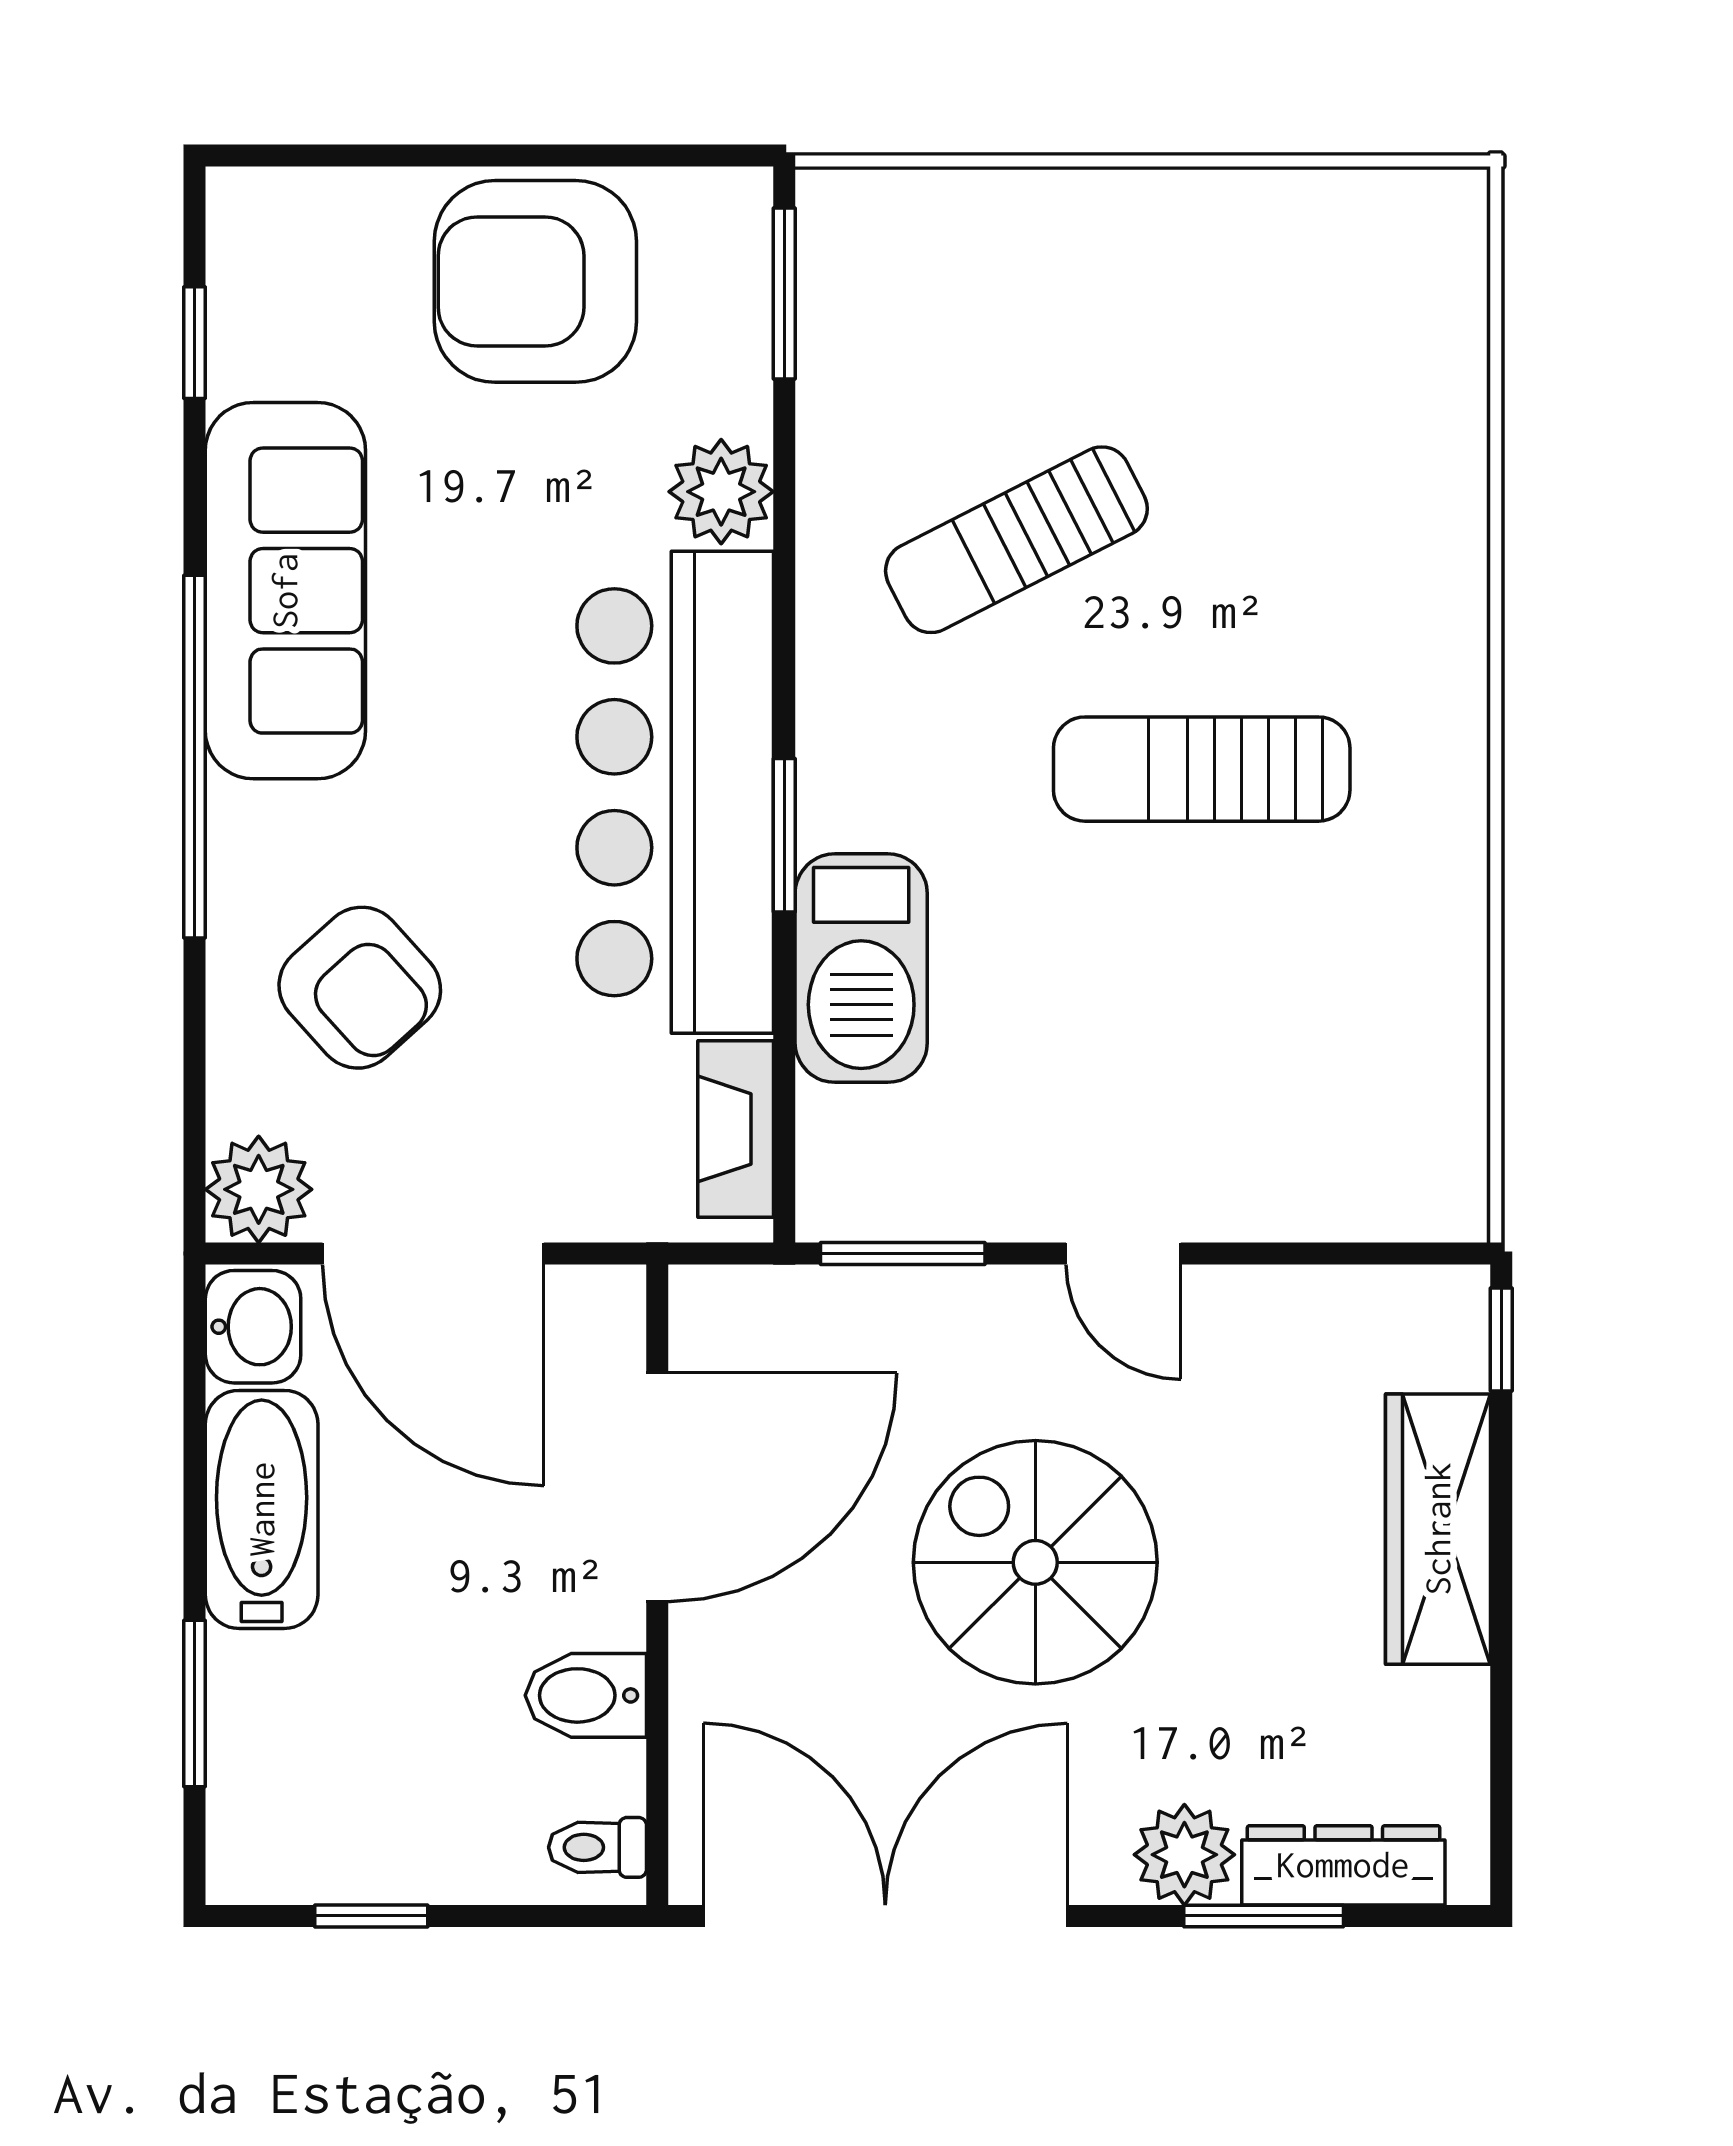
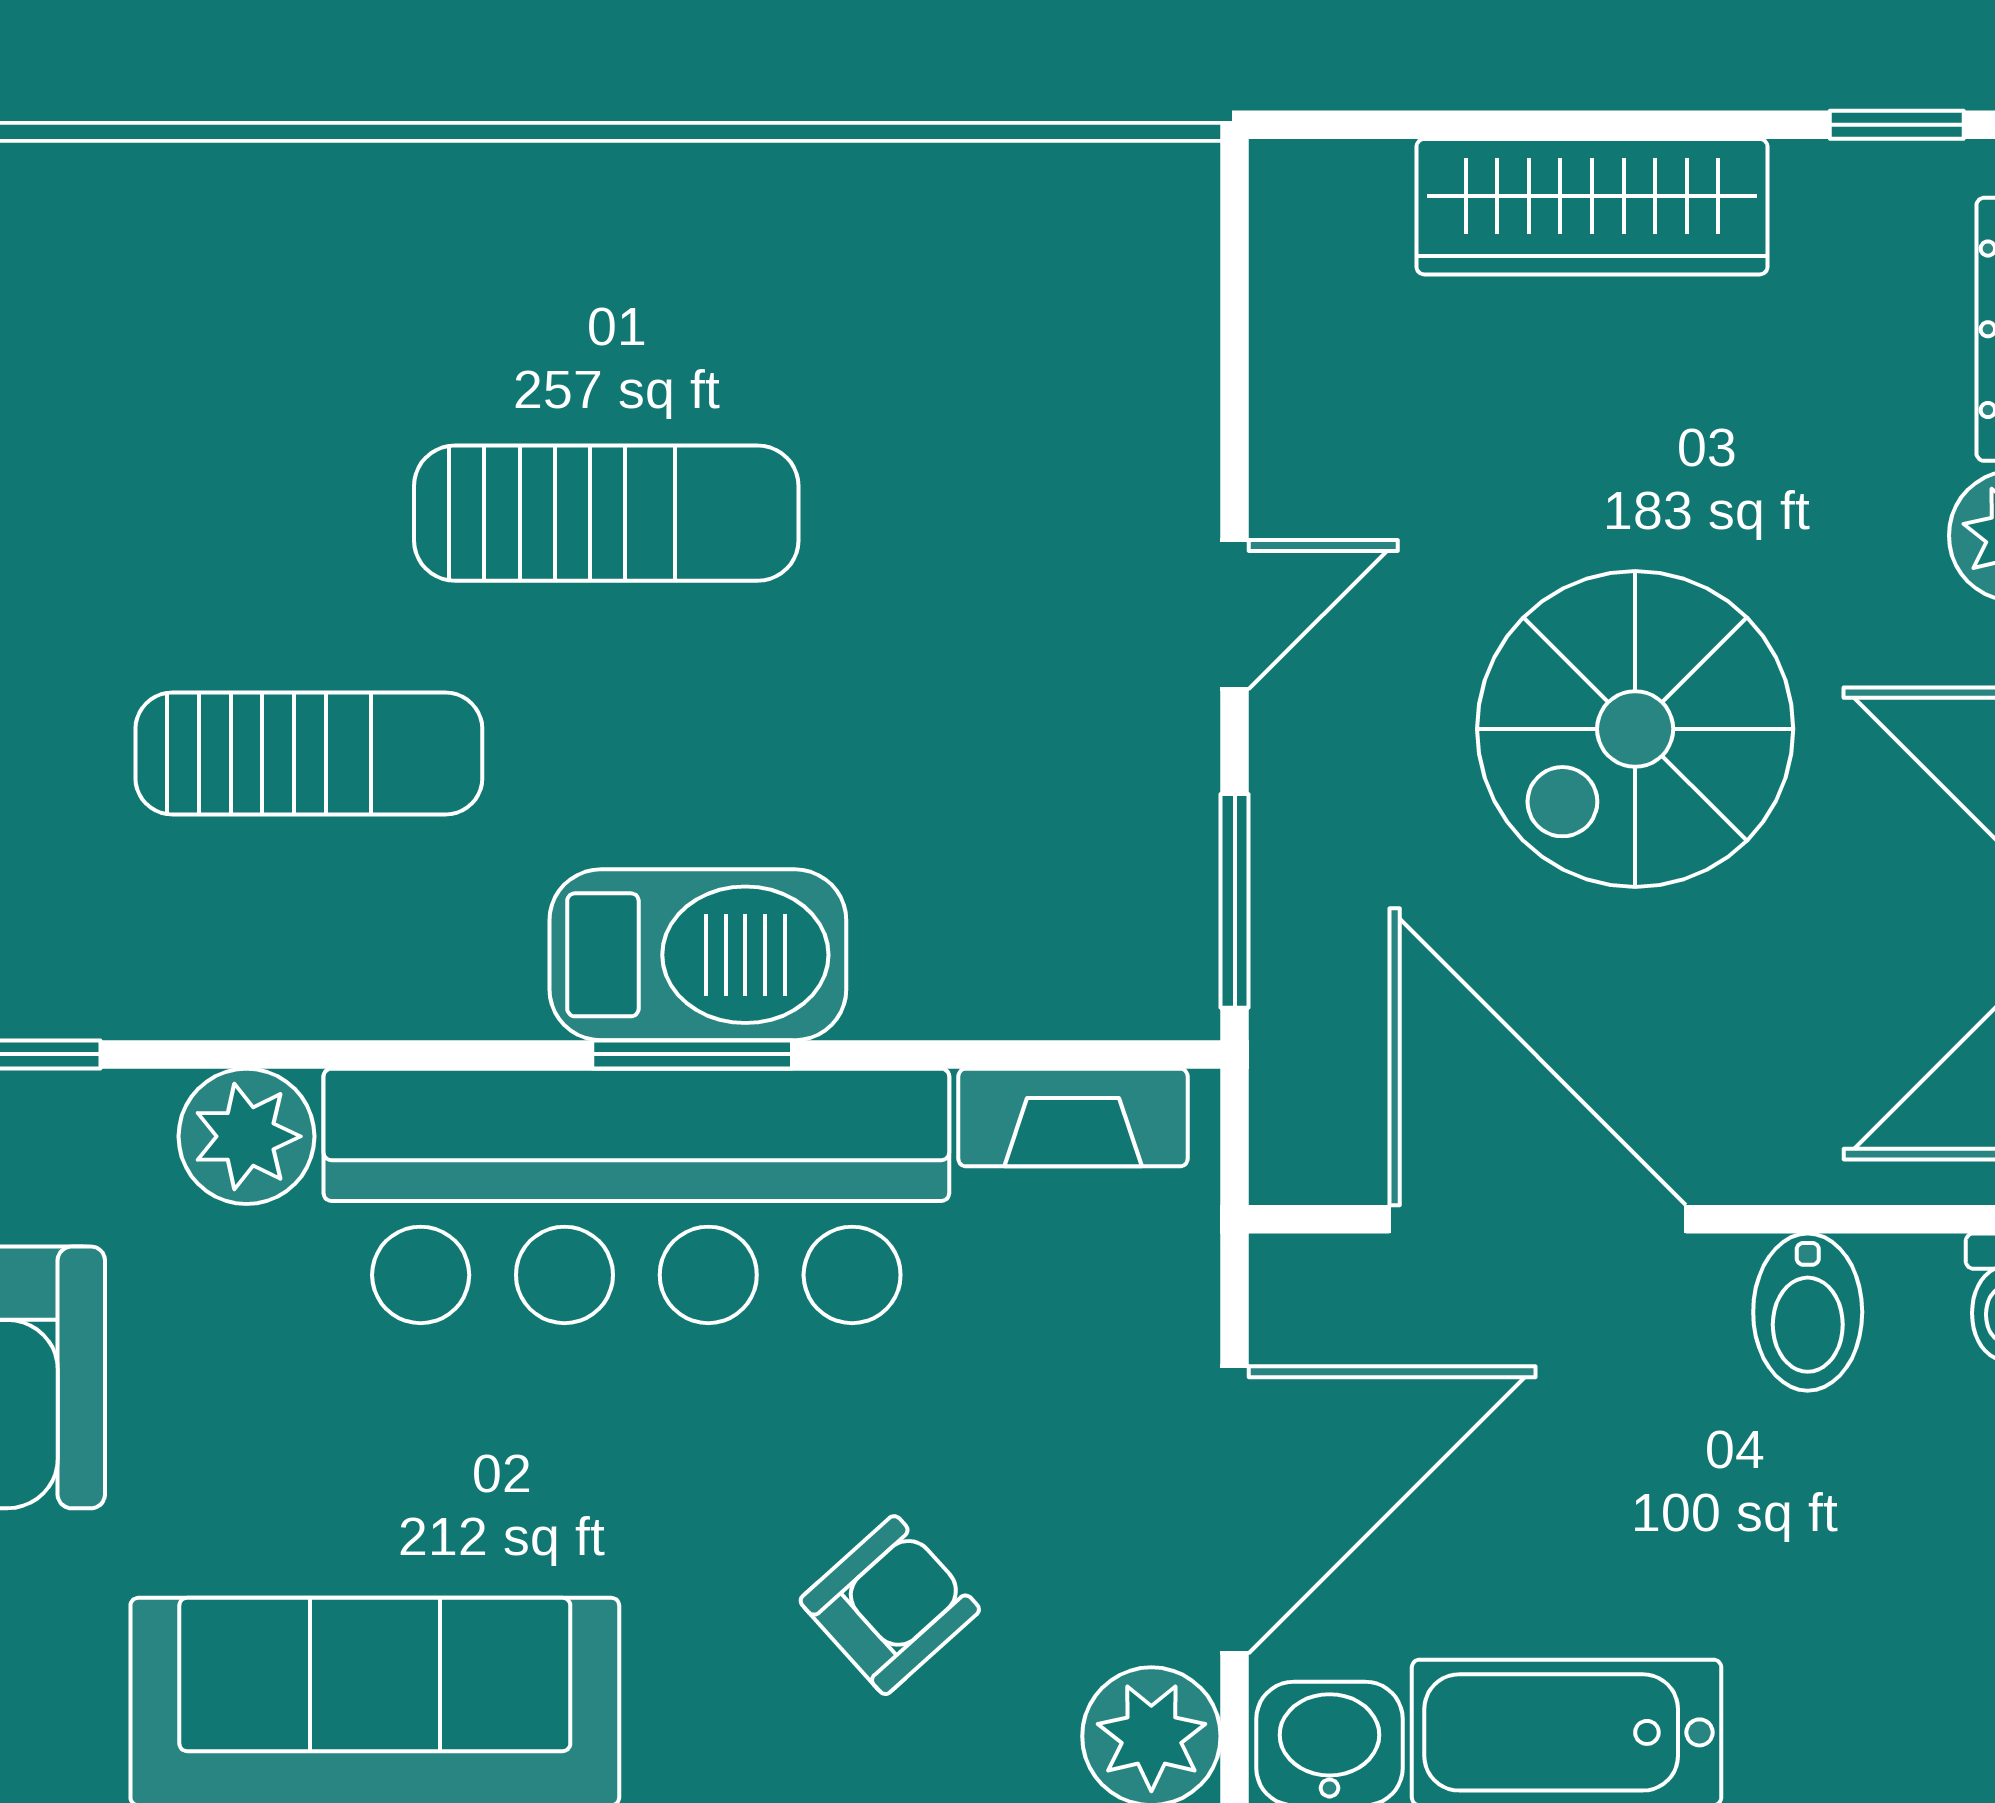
sun lounger: (1016, 540) -> (309, 754), turned -63
sun lounger: (1202, 769) -> (606, 513), turned -90
barbecue: (861, 968) -> (698, 955), moved
armchair: (360, 988) -> (890, 1605), width x0.72, depth x0.72
window: (1501, 1340) -> (1897, 125), moved

